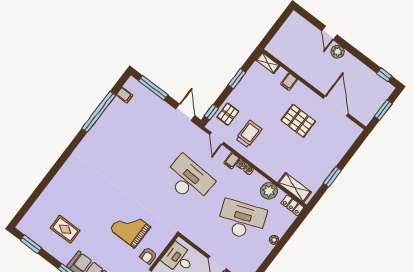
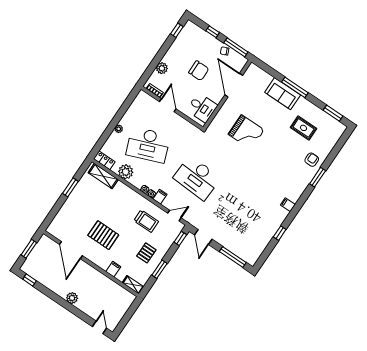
door: (329, 33) -> (100, 327), moved
filing cabinet: (124, 95) -> (288, 205), moved
window: (99, 112) -> (280, 233), width x0.32
pallet: (228, 114) -> (146, 253), moved
trolley: (249, 134) -> (146, 221), turned -90
door: (217, 138) -> (174, 216), hinge flipped
window: (52, 173) -> (318, 177), added
armchair: (148, 256) -> (312, 160), moved

